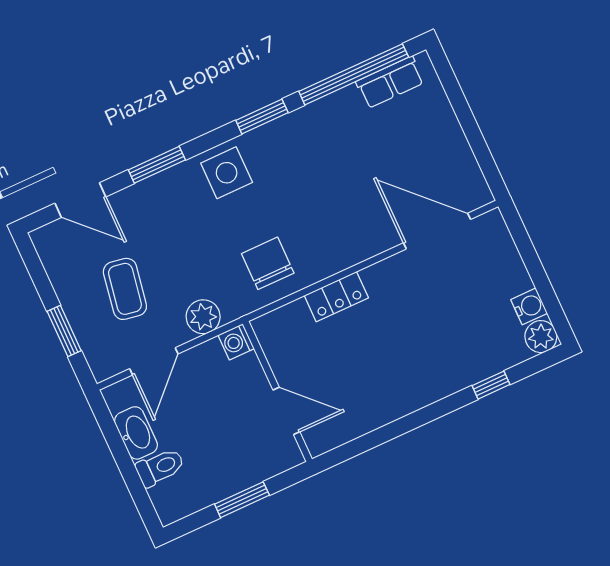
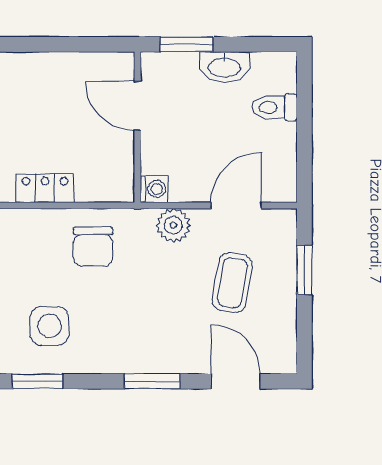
side table: (227, 173) -> (49, 326), moved
washbasin: (136, 433) -> (224, 67), moved, turned -90
window: (242, 500) -> (187, 44), moved

